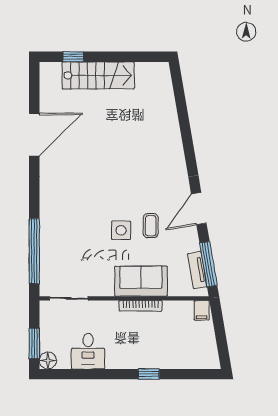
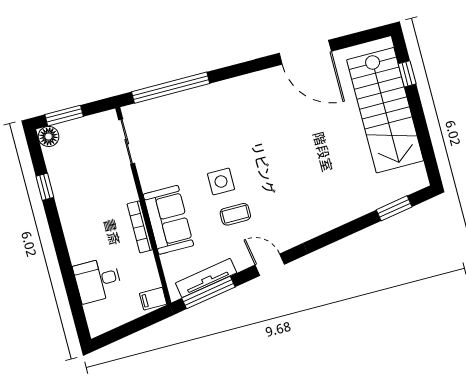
stairs: (98, 75) -> (385, 110), width x1.36, depth x1.51
window: (180, 96) -> (394, 208), added
door: (199, 209) -> (270, 265), width x0.73
tv unit: (197, 270) -> (206, 278), width x1.41
desk: (88, 351) -> (98, 280), moved
window: (149, 374) -> (45, 187), moved

